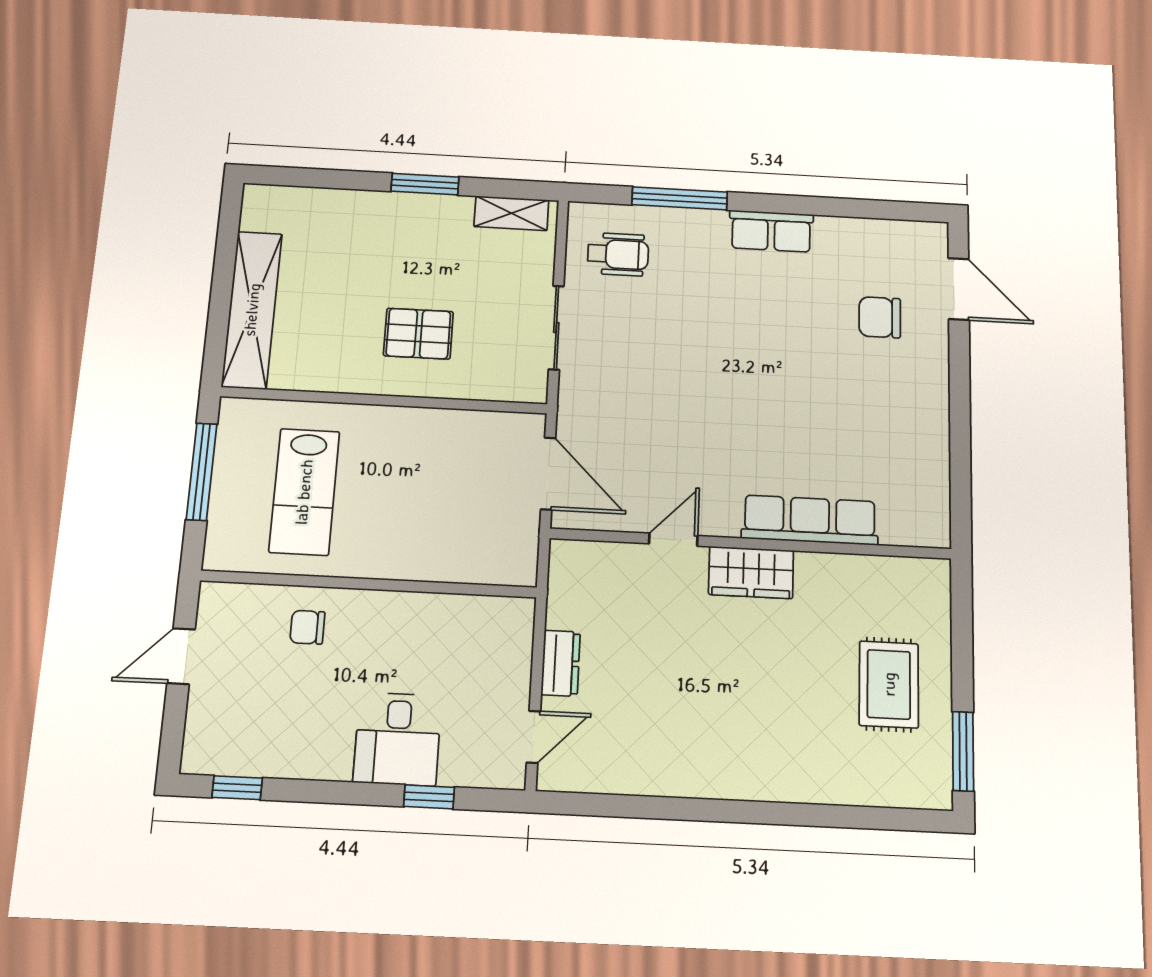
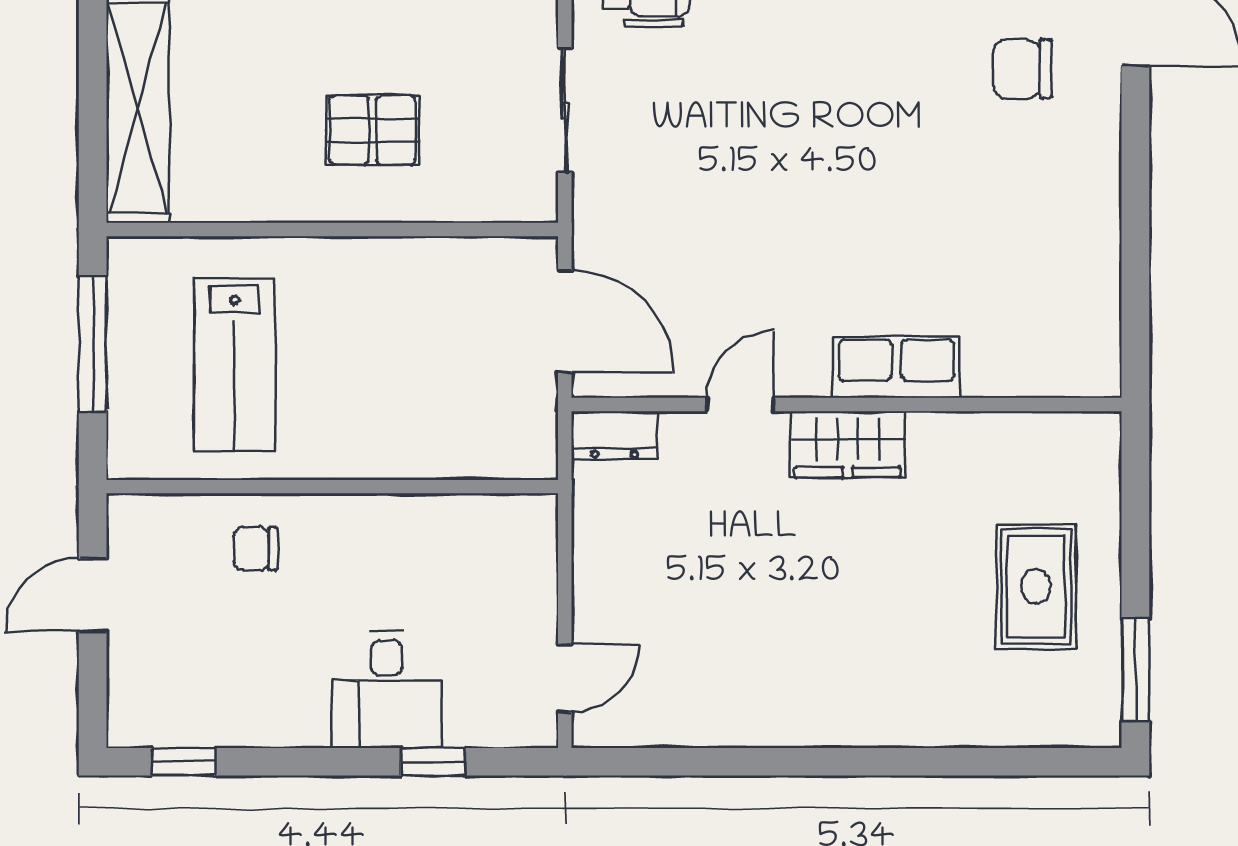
row of seats: (810, 520) -> (896, 368), width x0.68
dresser: (561, 663) -> (614, 435), moved, turned 90

